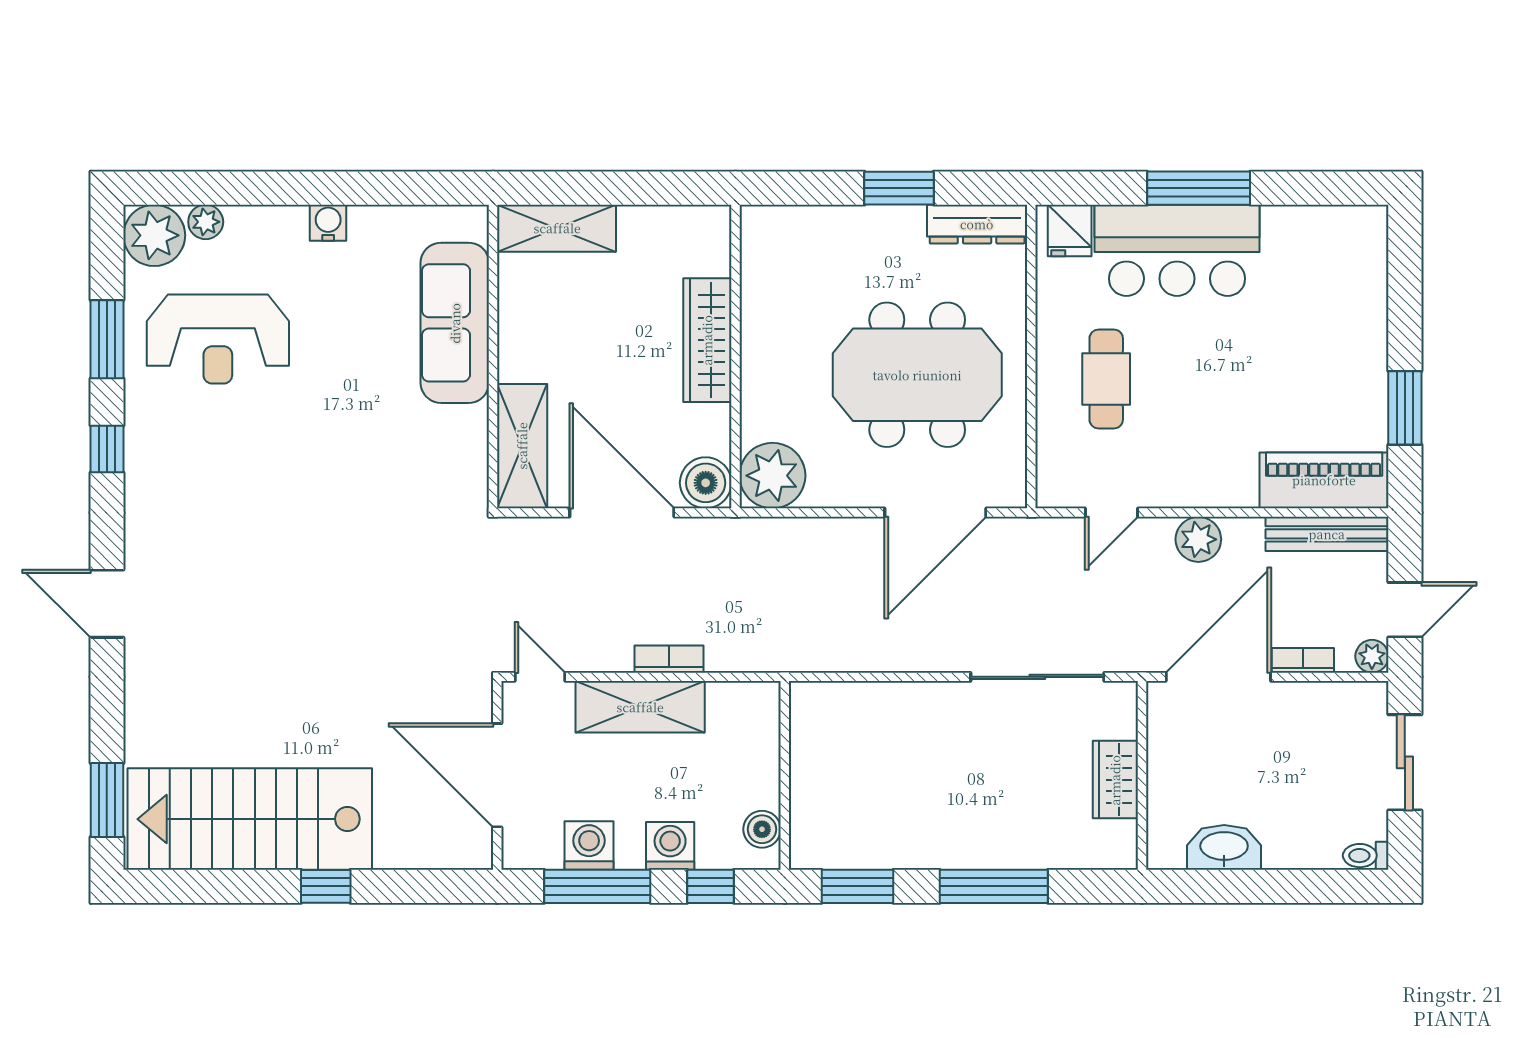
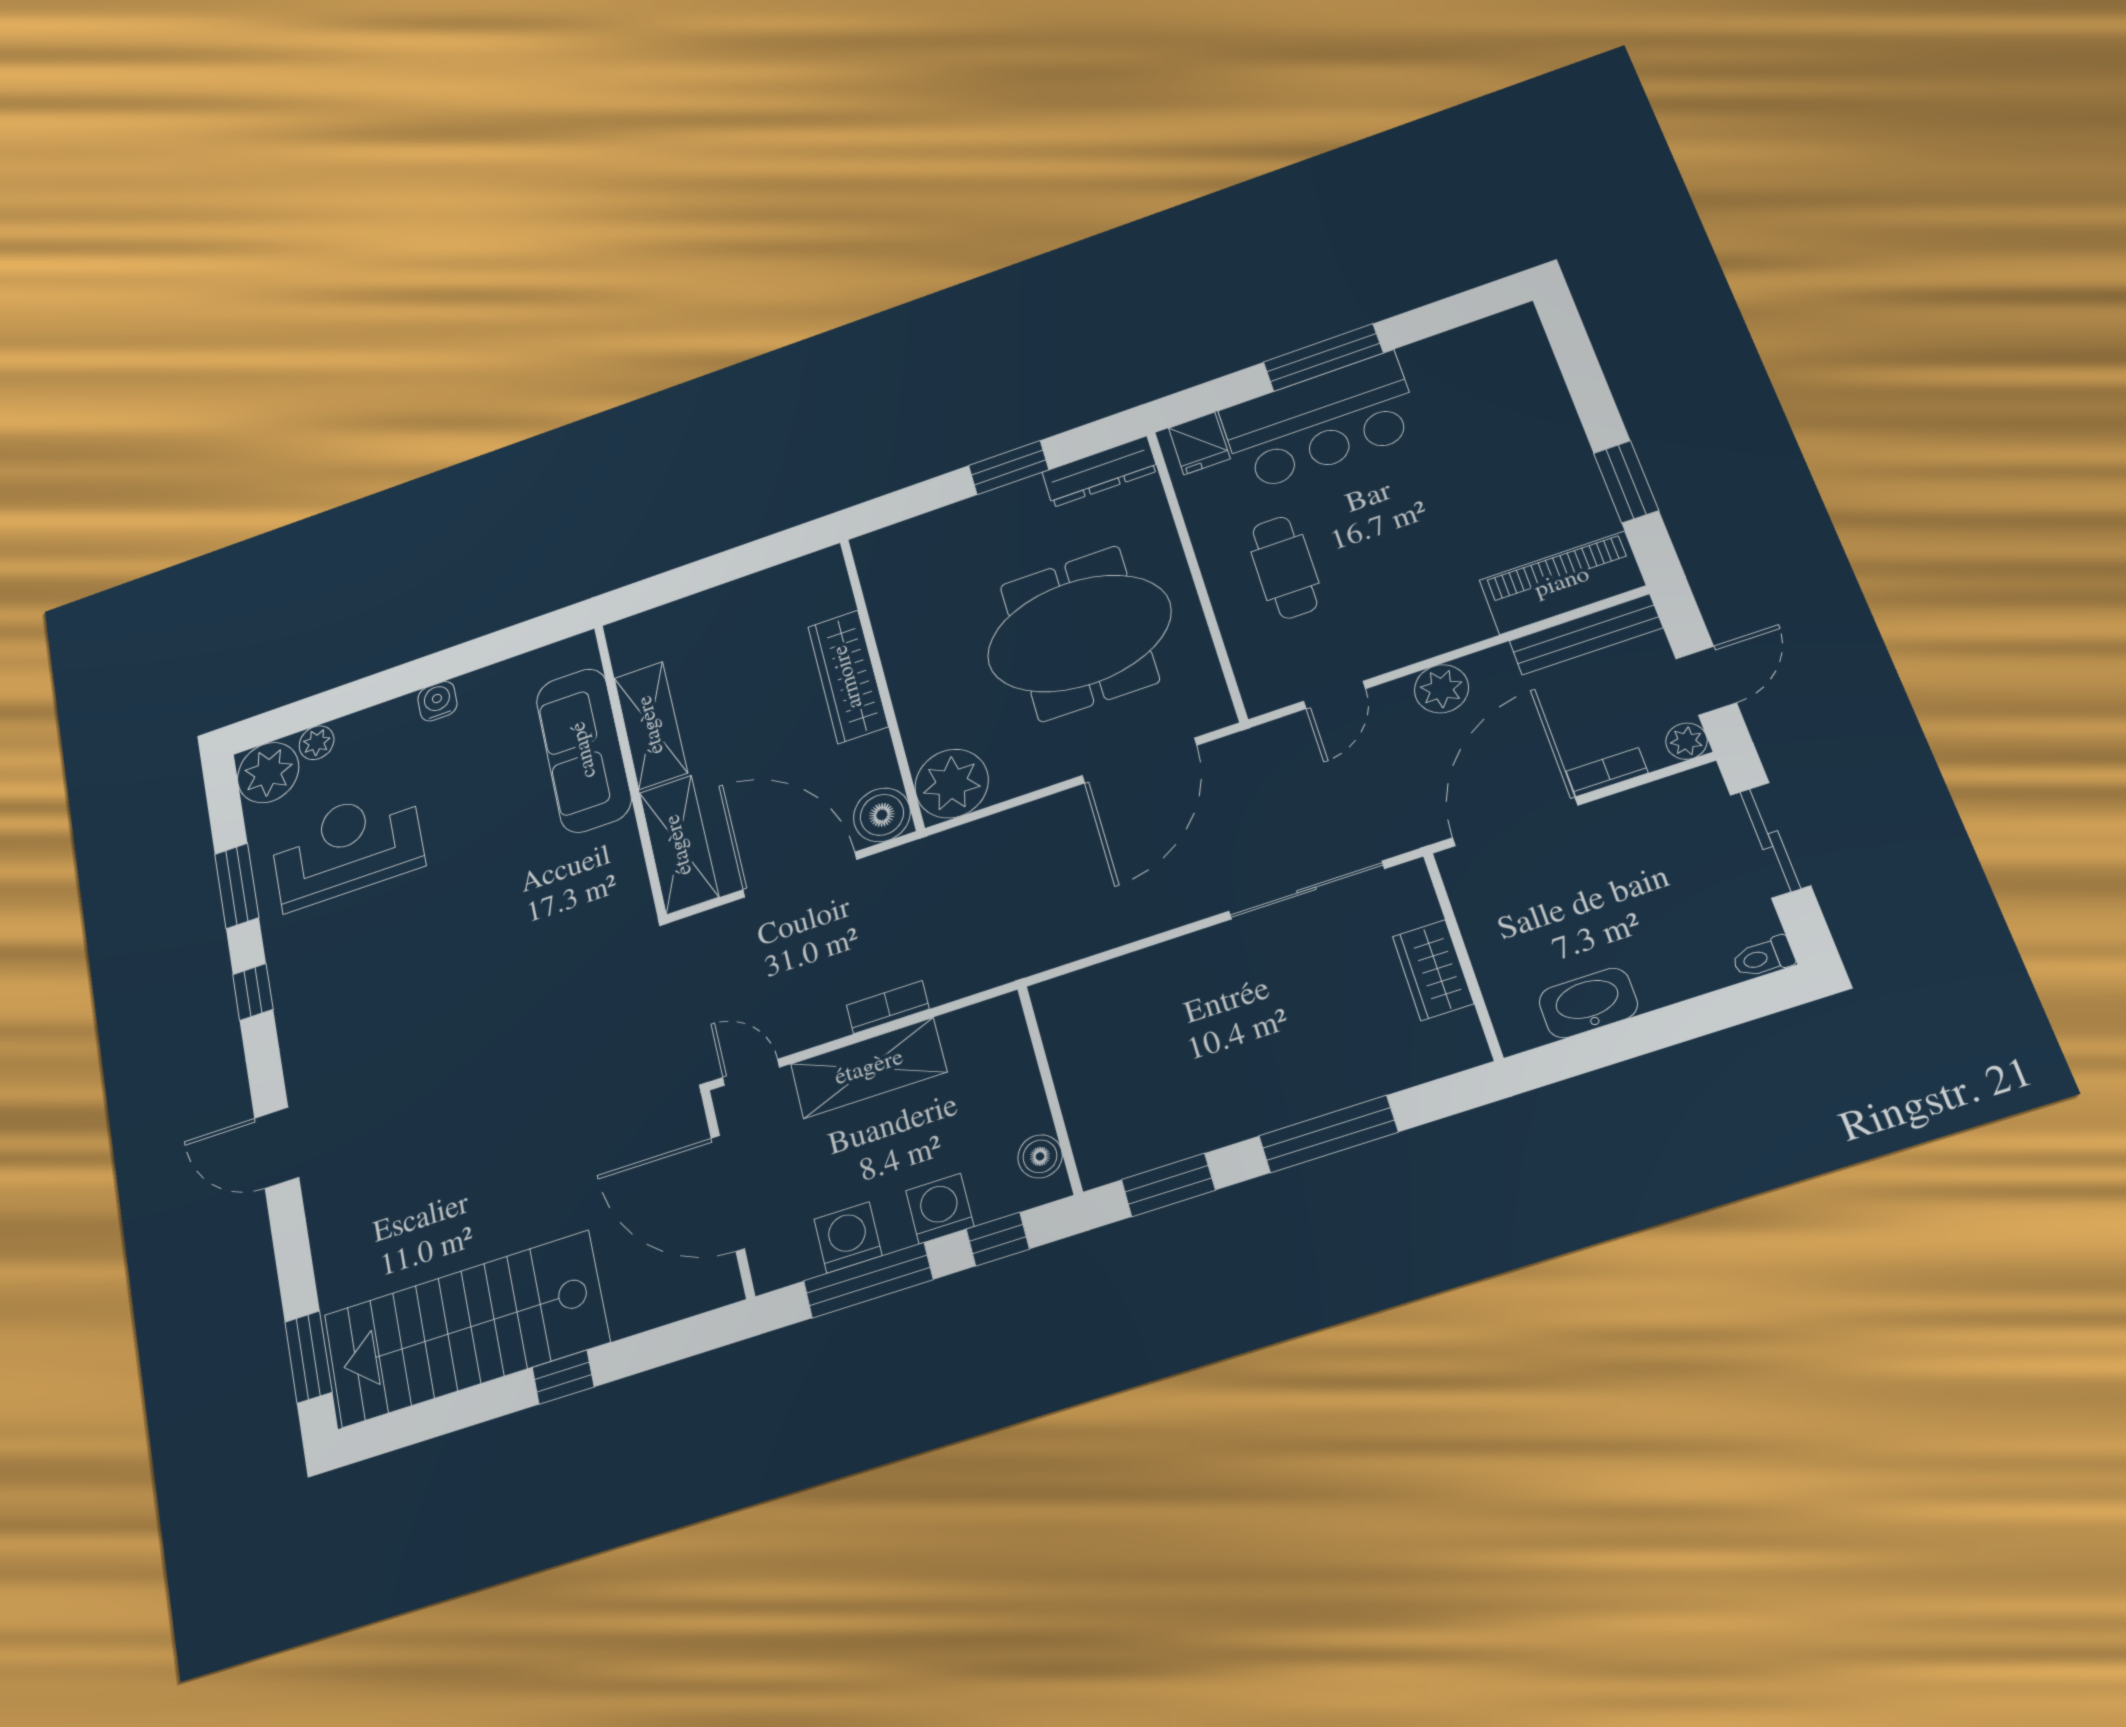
shelving: (557, 228) -> (651, 725), moved, turned 90
reception desk: (218, 339) -> (347, 848), turned 180

